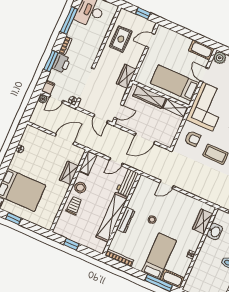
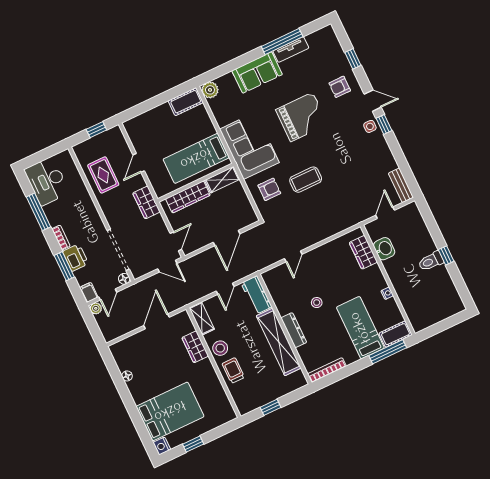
door: (150, 40) -> (139, 163), moved
door: (204, 75) -> (214, 121), removed

